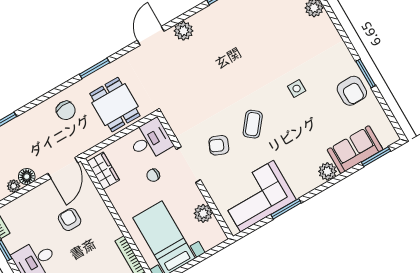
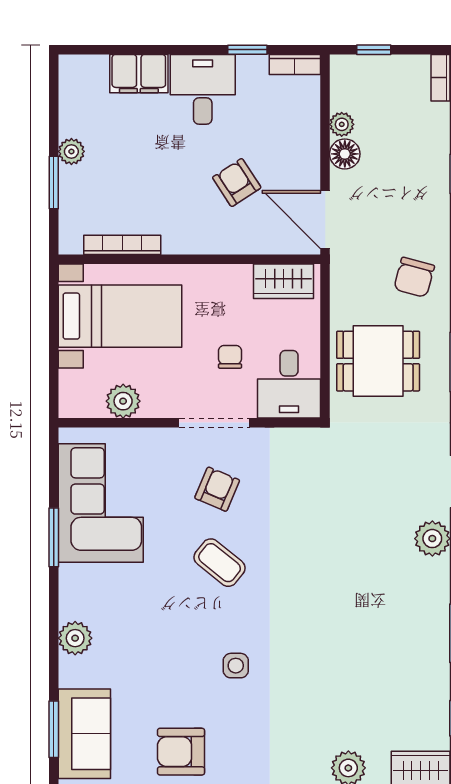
chair: (66, 110) -> (414, 277), turned -70
sofa: (355, 150) -> (84, 734), moved
armchair: (70, 220) -> (237, 183), turned -123

